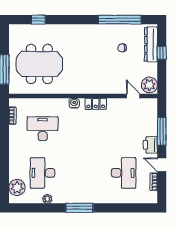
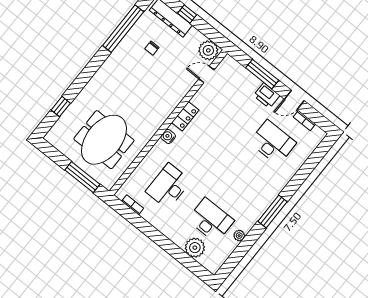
desk: (43, 173) -> (211, 220), turned 180
plant: (17, 187) -> (195, 248), moved

